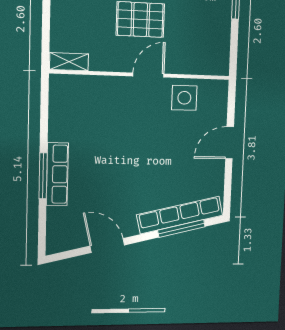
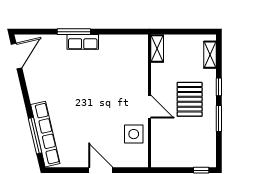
row of seats: (57, 174) -> (83, 42), width x0.68
door: (107, 245) -> (17, 56), moved

